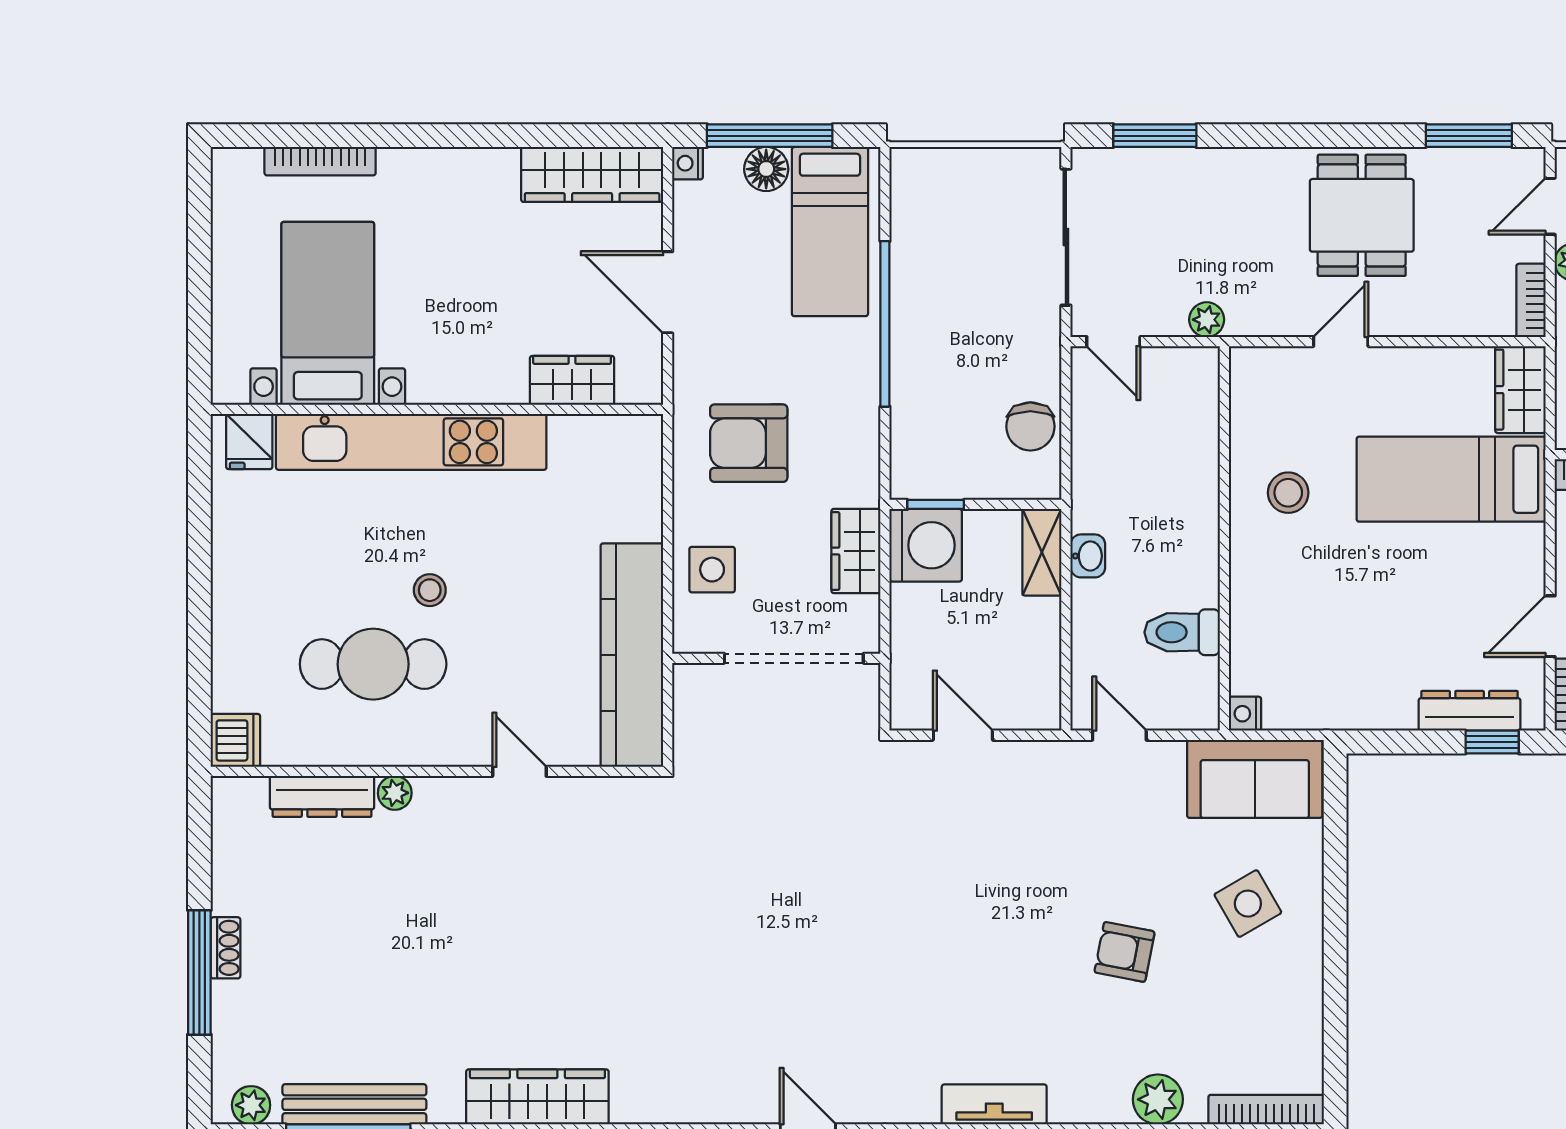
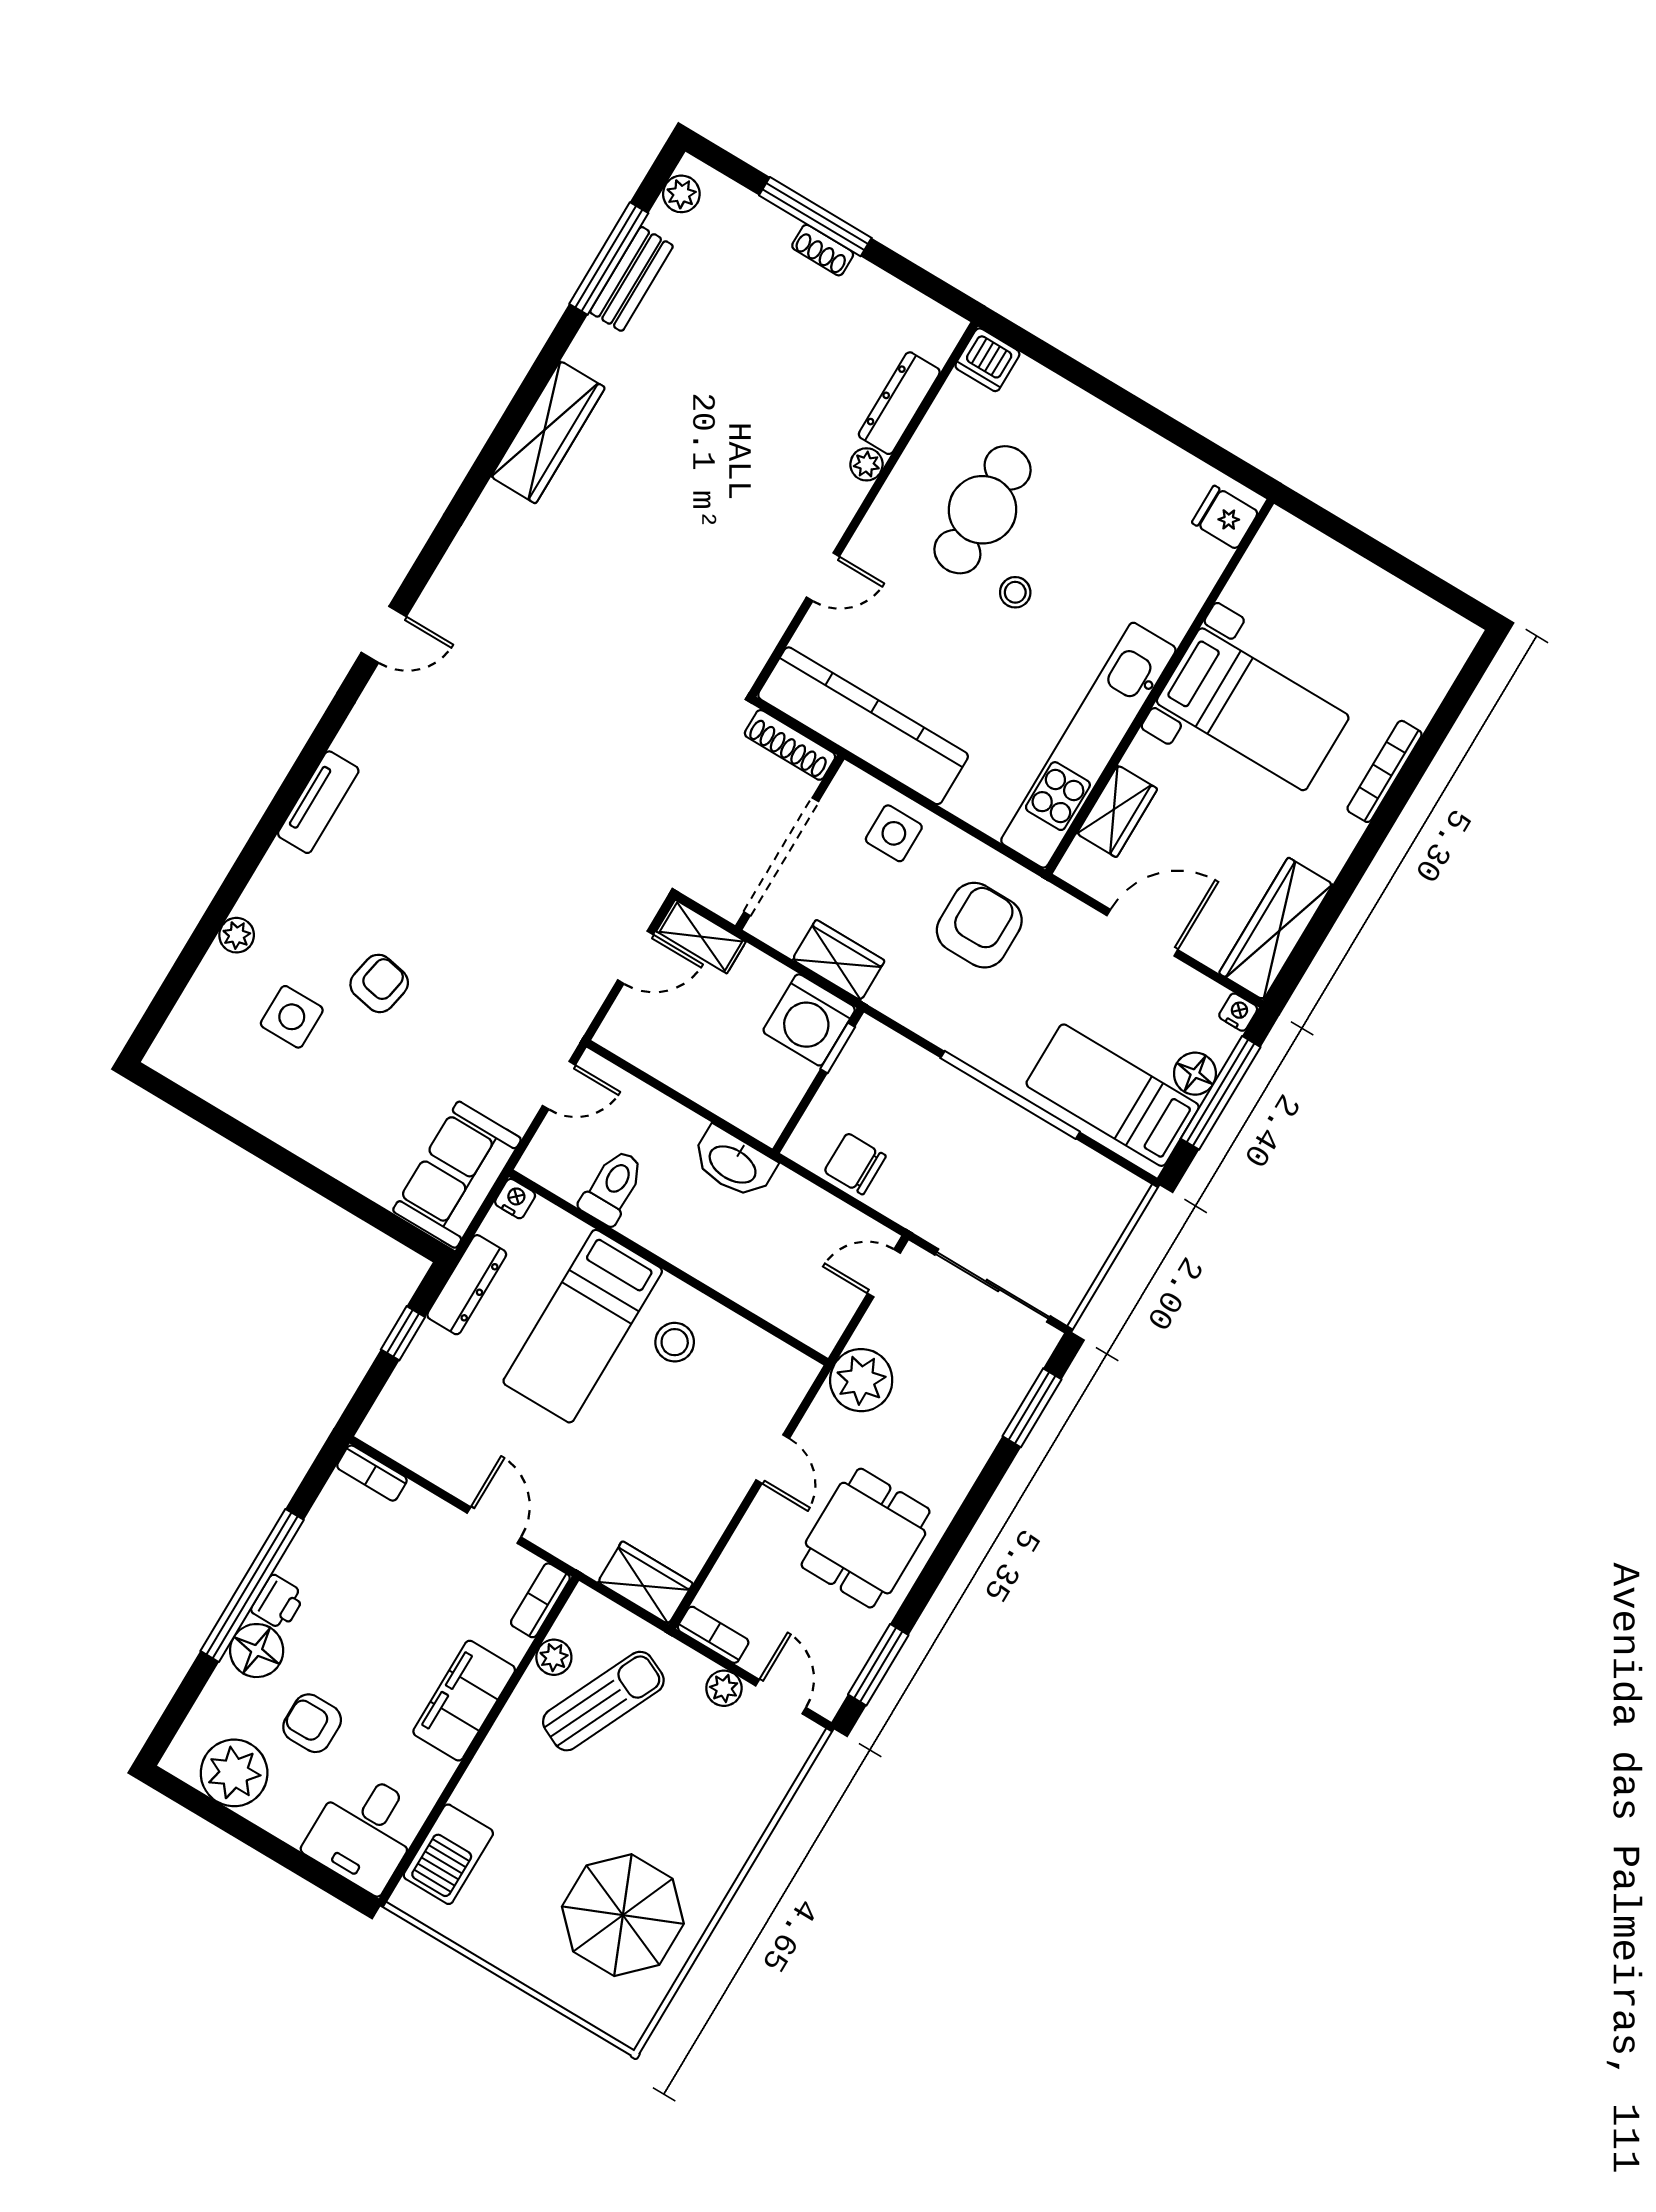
bookcase: (320, 161) -> (1385, 771), moved
dining table: (1362, 215) -> (866, 1538), turned 90
bed with nightstands: (328, 313) -> (1253, 709), moved
plant: (1207, 320) -> (861, 1380), width x1.88, depth x1.88
kitchen unit: (411, 442) -> (1088, 745), moved
bed: (1451, 479) -> (583, 1326), moved, turned 180
shelving: (1042, 552) -> (701, 937), moved
washbasin: (1088, 556) -> (733, 1163), width x1.91, depth x1.45
door: (1550, 626) -> (494, 1525), moved
shoe rack: (688, 711) -> (790, 745), added
dresser: (1470, 711) -> (467, 1285), moved
window: (1492, 742) -> (403, 1333), moved
side table: (1248, 904) -> (292, 1017), moved, turned 30
plant: (1158, 1099) -> (237, 935), width x0.73, depth x0.73
bench: (354, 1104) -> (632, 279), width x0.73
bookcase: (1266, 1110) -> (181, 1022), removed

